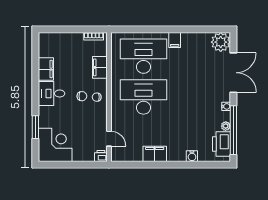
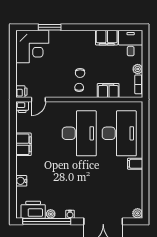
plant: (78, 37) -> (138, 69), added
plant: (221, 42) -> (138, 213), width x0.53, depth x0.53
desk: (51, 93) -> (131, 43), moved
printer: (117, 155) -> (22, 107), added

